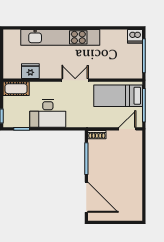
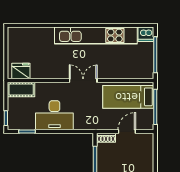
kitchen unit: (60, 37) -> (96, 36), moved
fridge: (30, 71) -> (21, 71), moved
door: (127, 129) -> (127, 132), moved

